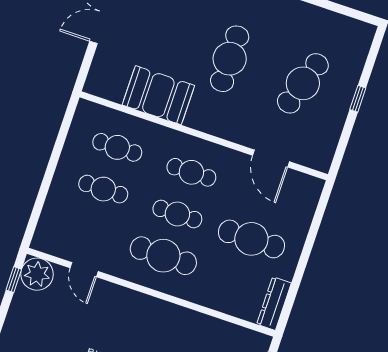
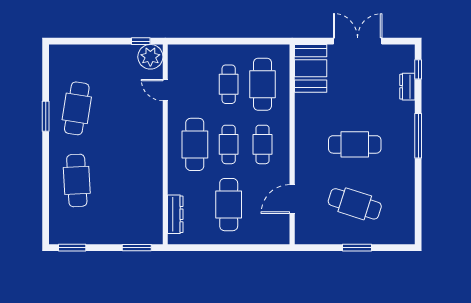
booth: (158, 95) -> (311, 68), moved
window: (358, 99) -> (357, 248), width x1.50
cafe table: (117, 147) -> (263, 84), width x1.37, depth x1.35
door: (84, 270) -> (165, 90), hinge flipped
dresser: (274, 304) -> (175, 214), moved, turned 90

